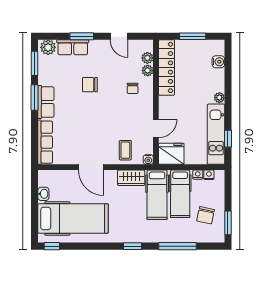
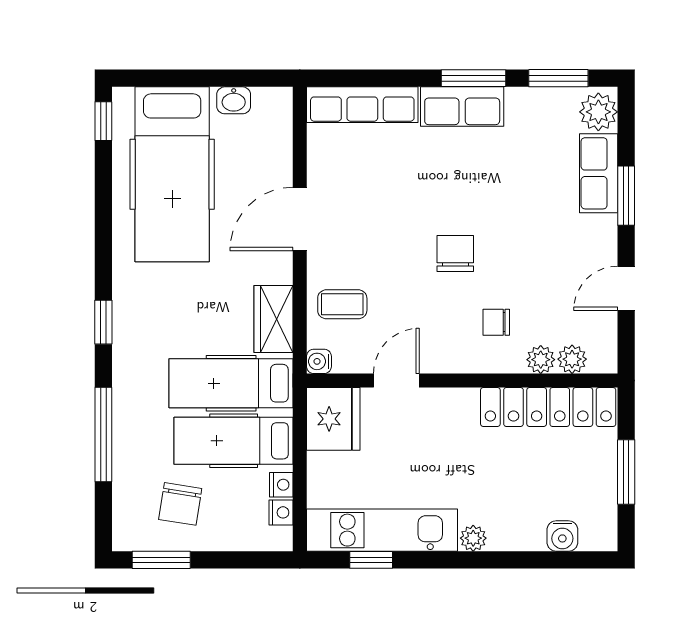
chair: (90, 85) -> (455, 253), moved
door: (156, 128) -> (396, 381), swing flipped
chair: (206, 215) -> (180, 504), turned -93

